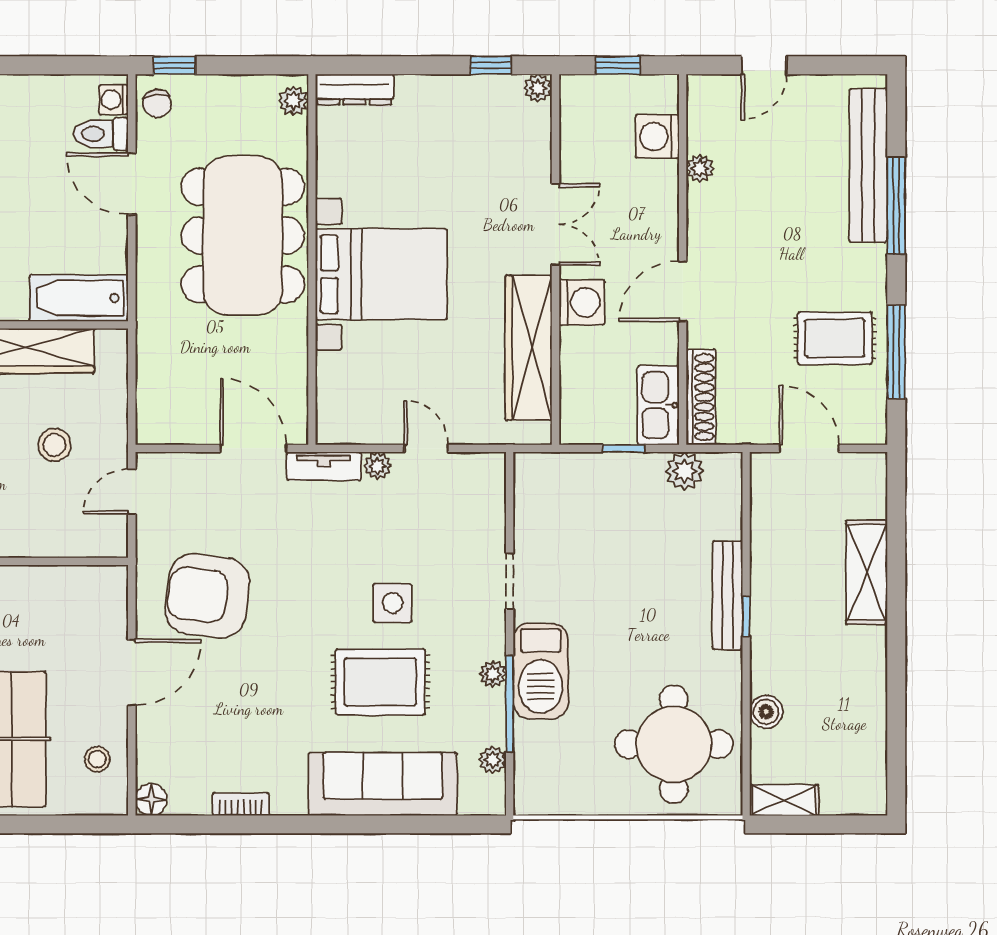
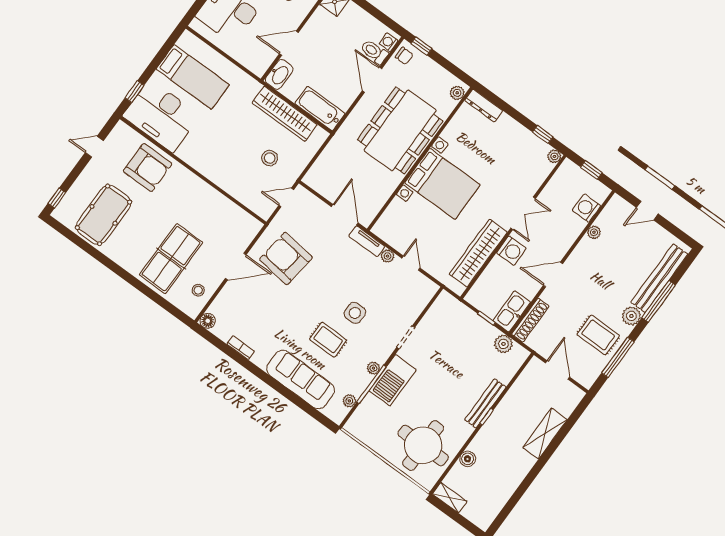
chair: (157, 104) -> (404, 56), turned -85
plant: (868, 264) -> (631, 316), added
rug: (380, 682) -> (328, 340), width x0.73, depth x0.70

